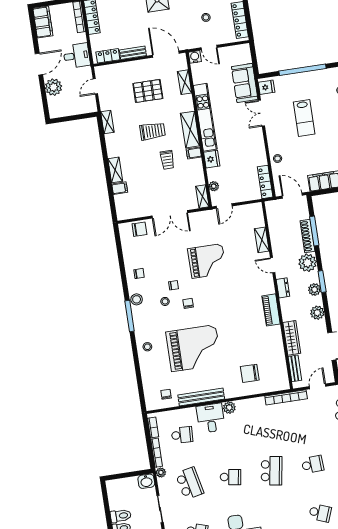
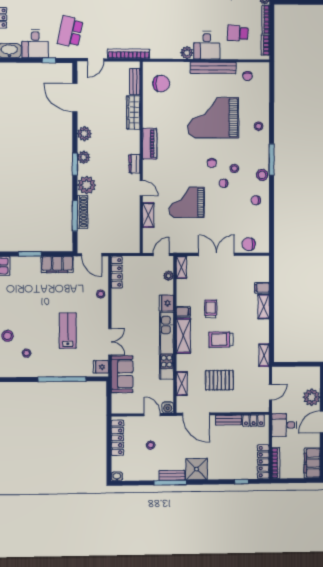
shelving: (262, 240) -> (148, 215), moved
door: (273, 265) -> (141, 188), moved
dresser: (283, 288) -> (134, 164), moved
wall: (277, 295) -> (141, 157), moved
piano: (271, 310) -> (150, 144), moved
wardrobe: (292, 338) -> (133, 113), moved
bench: (295, 368) -> (135, 82), moved

